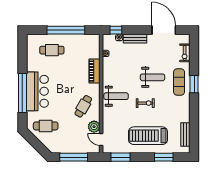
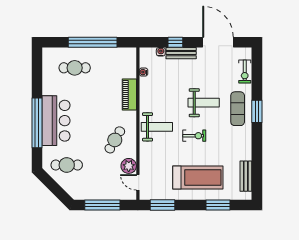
window: (116, 30) -> (175, 42), moved
treadmill: (148, 136) -> (198, 178), turned 180

